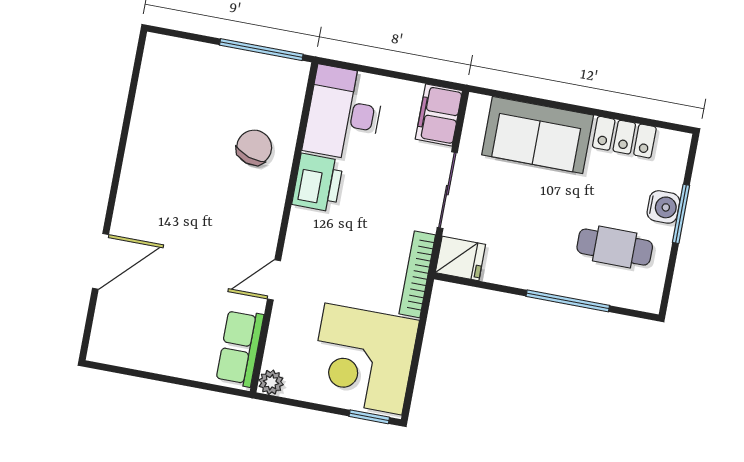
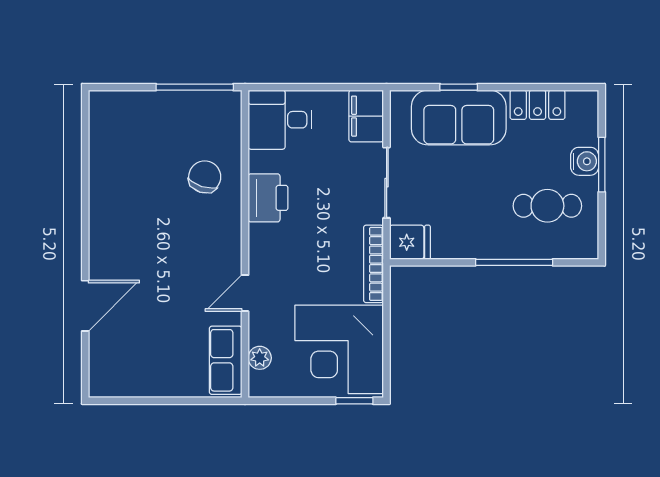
window: (543, 102) -> (459, 87), added
desk: (344, 113) -> (280, 120), width x0.73
plant: (271, 382) -> (260, 358), moved

